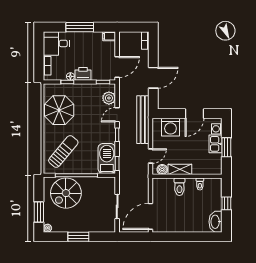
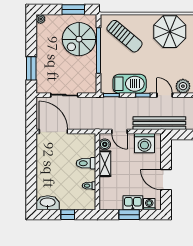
washing machine: (170, 127) -> (144, 143), moved, turned -90
barbecue: (107, 158) -> (130, 84), moved
spiral stairs: (66, 193) -> (79, 39), turned -90
window: (39, 212) -> (73, 10), moved
window: (78, 237) -> (31, 68), moved

